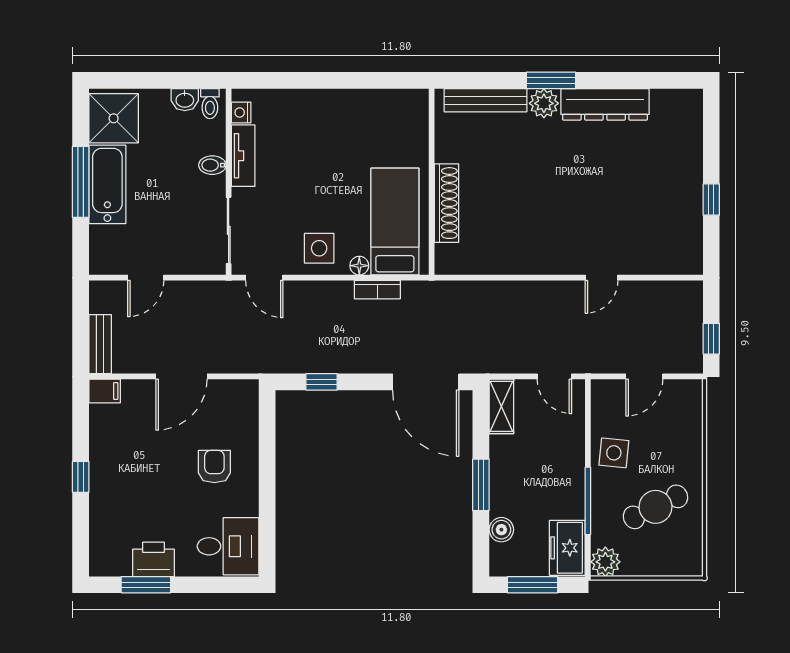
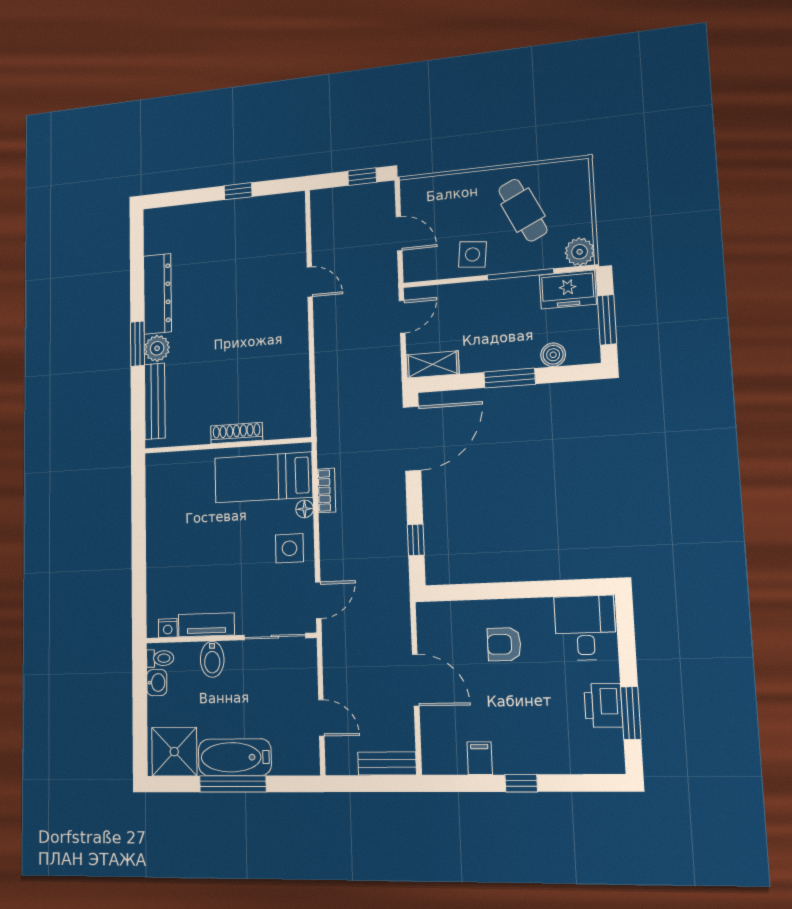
bidet: (212, 165) -> (212, 659), width x1.38, depth x1.36
shoe rack: (446, 203) -> (237, 433), width x0.74, depth x0.81
filing cabinet: (105, 391) -> (480, 758), moved

